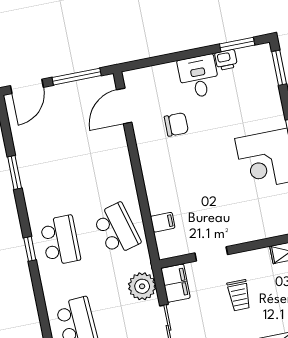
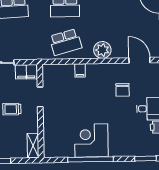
filing cabinet: (163, 222) -> (80, 71), moved
plant: (142, 286) -> (102, 50), moved

